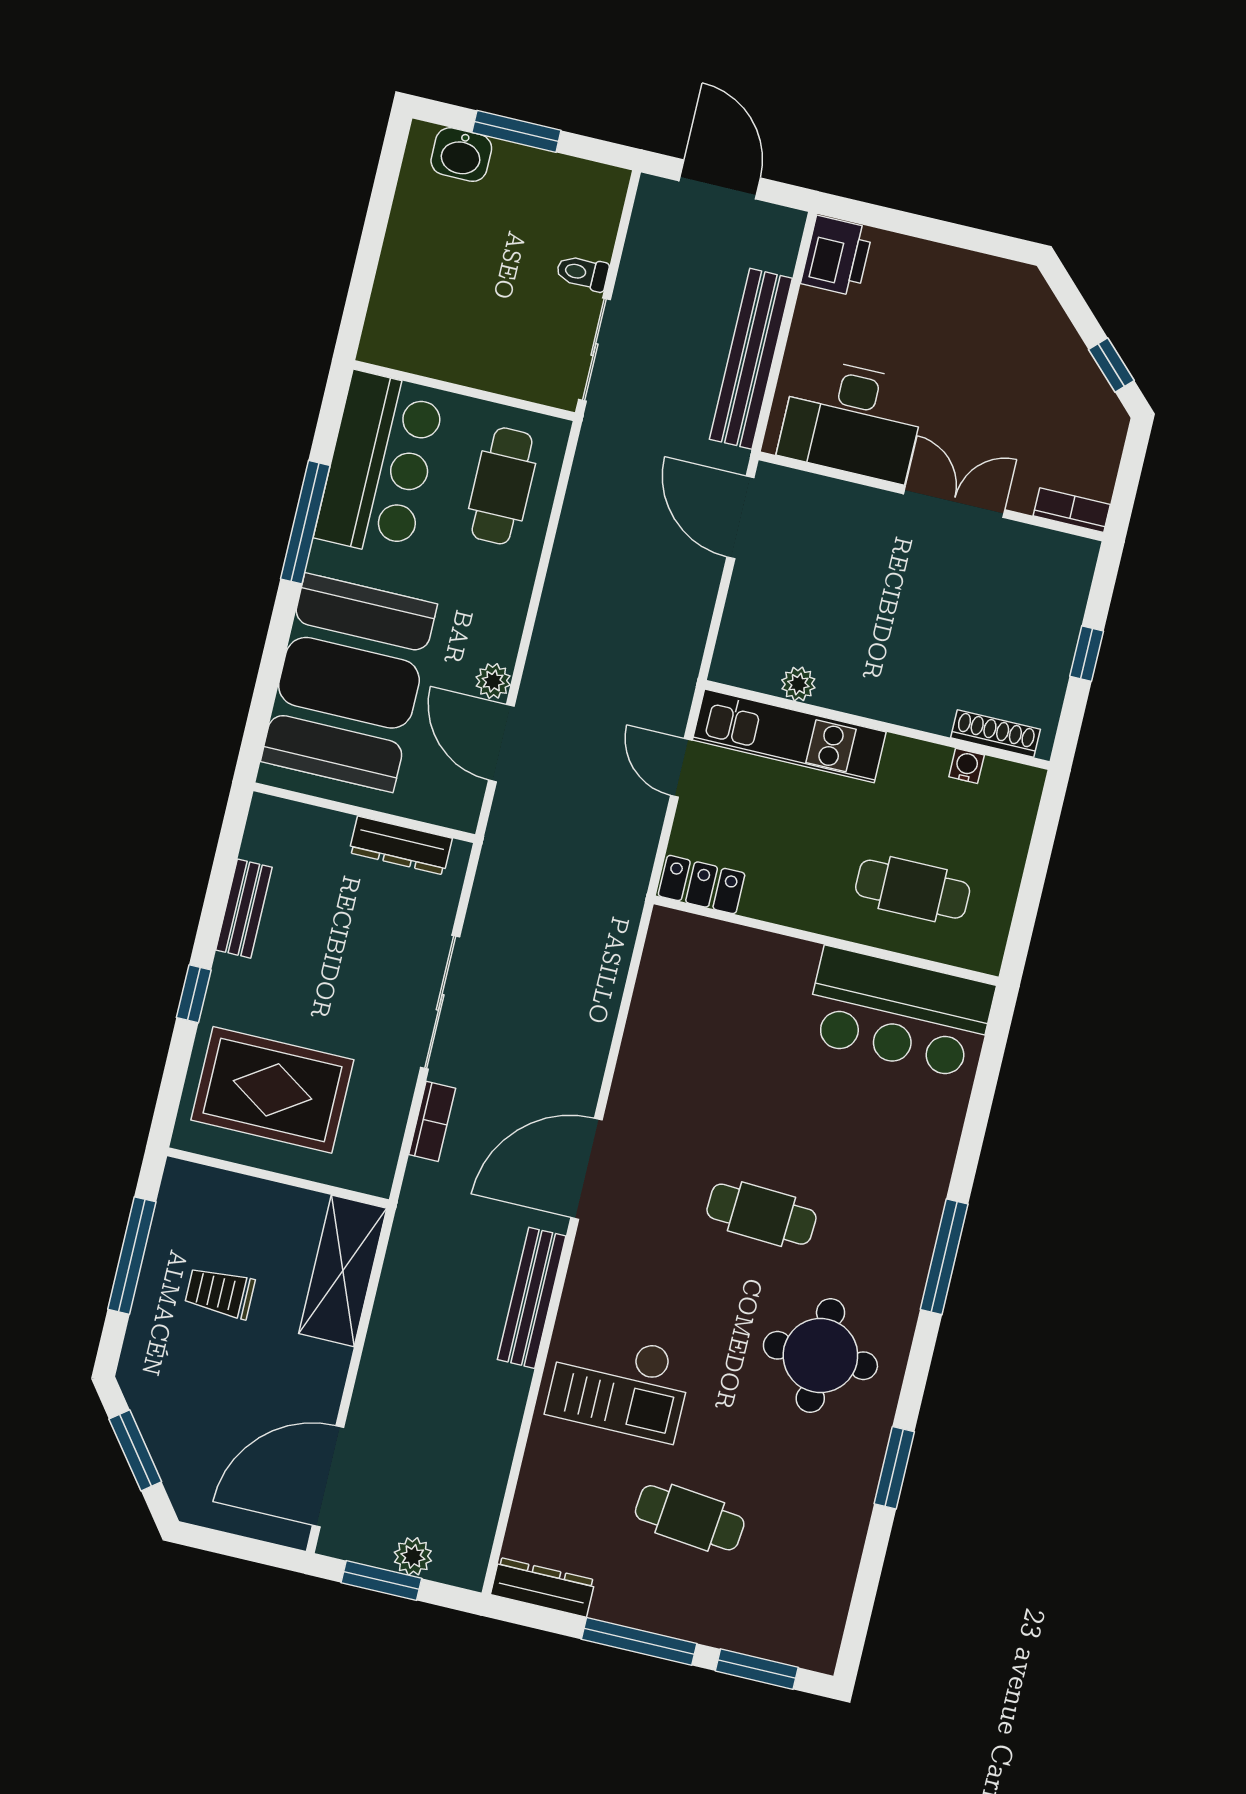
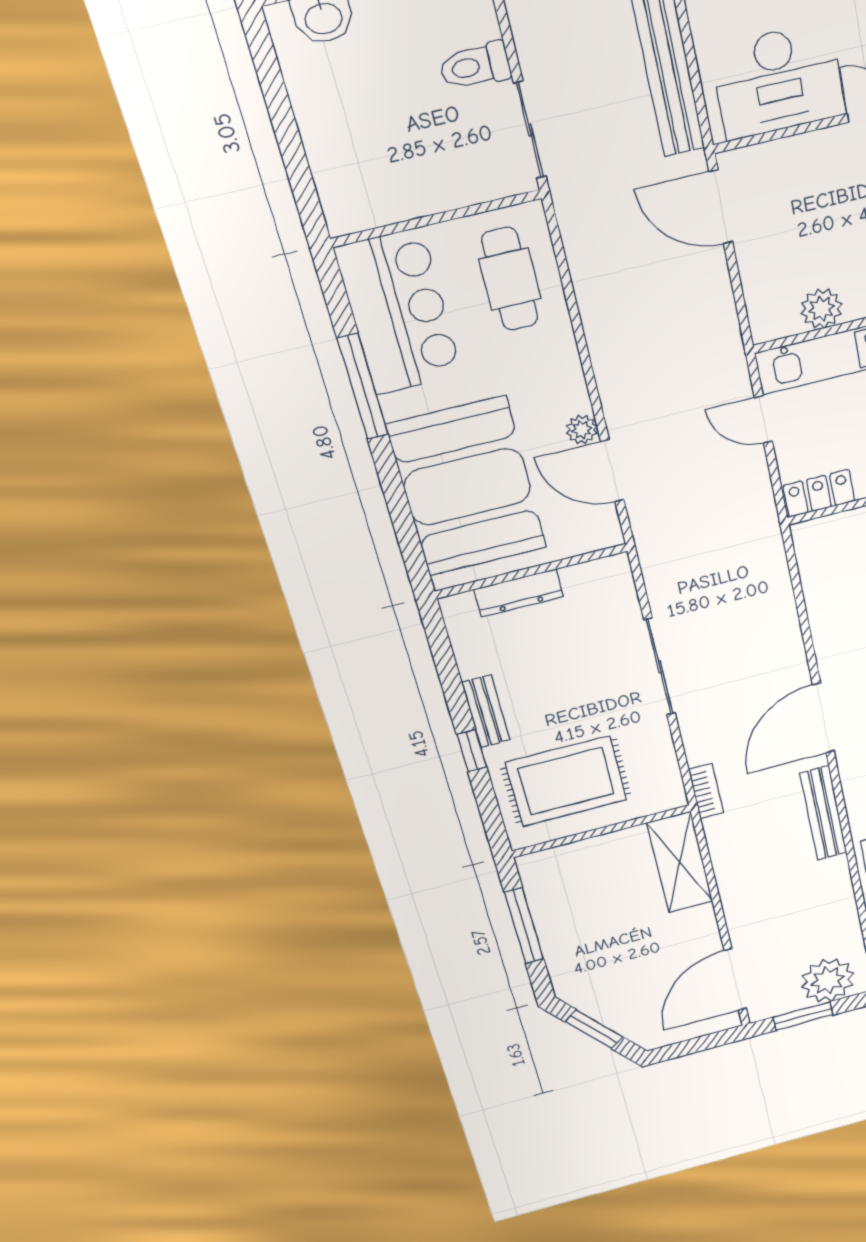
toilet: (582, 273) -> (475, 66), width x1.37, depth x1.39
plant: (798, 684) -> (821, 309), width x1.38, depth x1.38
dresser: (401, 846) -> (518, 593), moved
bench: (244, 909) -> (486, 711), moved
bookcase: (432, 1121) -> (706, 791), moved
trolley: (220, 1293) -> (600, 917), removed
plant: (413, 1556) -> (828, 980), width x1.88, depth x1.88

